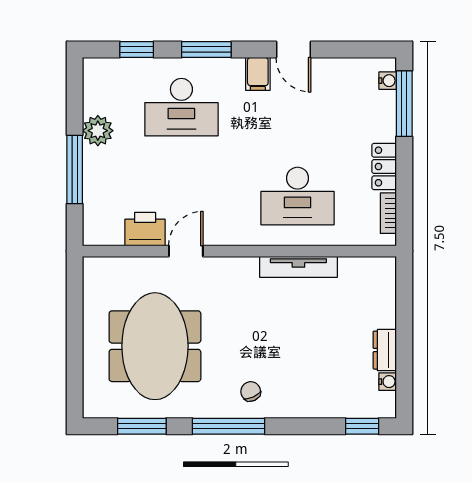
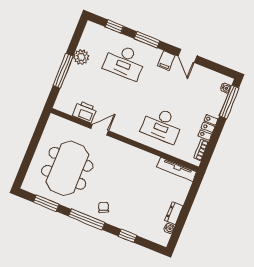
tv unit: (298, 267) -> (177, 169), moved
window: (362, 426) -> (127, 236), moved

